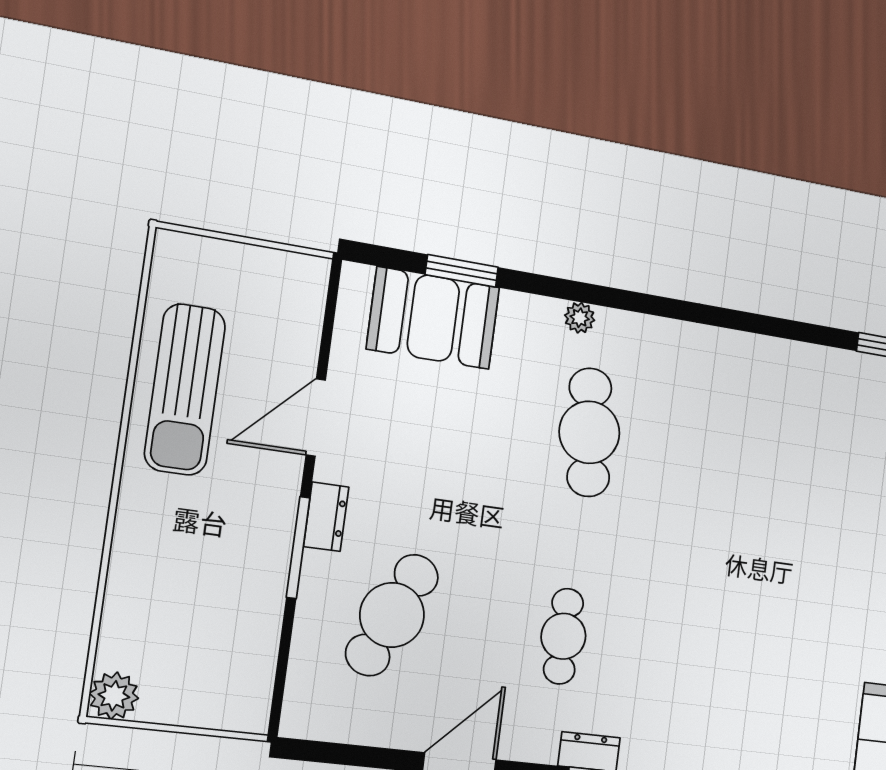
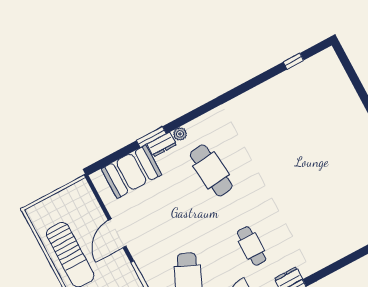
window: (462, 271) -> (151, 137), moved
dresser: (326, 517) -> (162, 144), moved, turned 90

